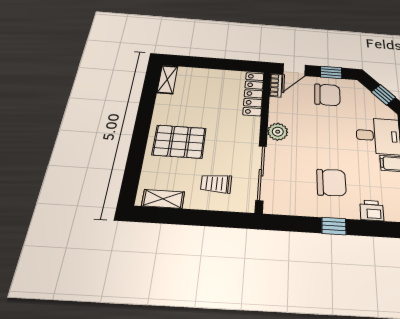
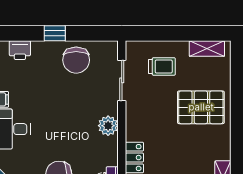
sliding door: (261, 173) -> (122, 80), width x0.73
chair: (331, 183) -> (76, 60), moved, turned -88

